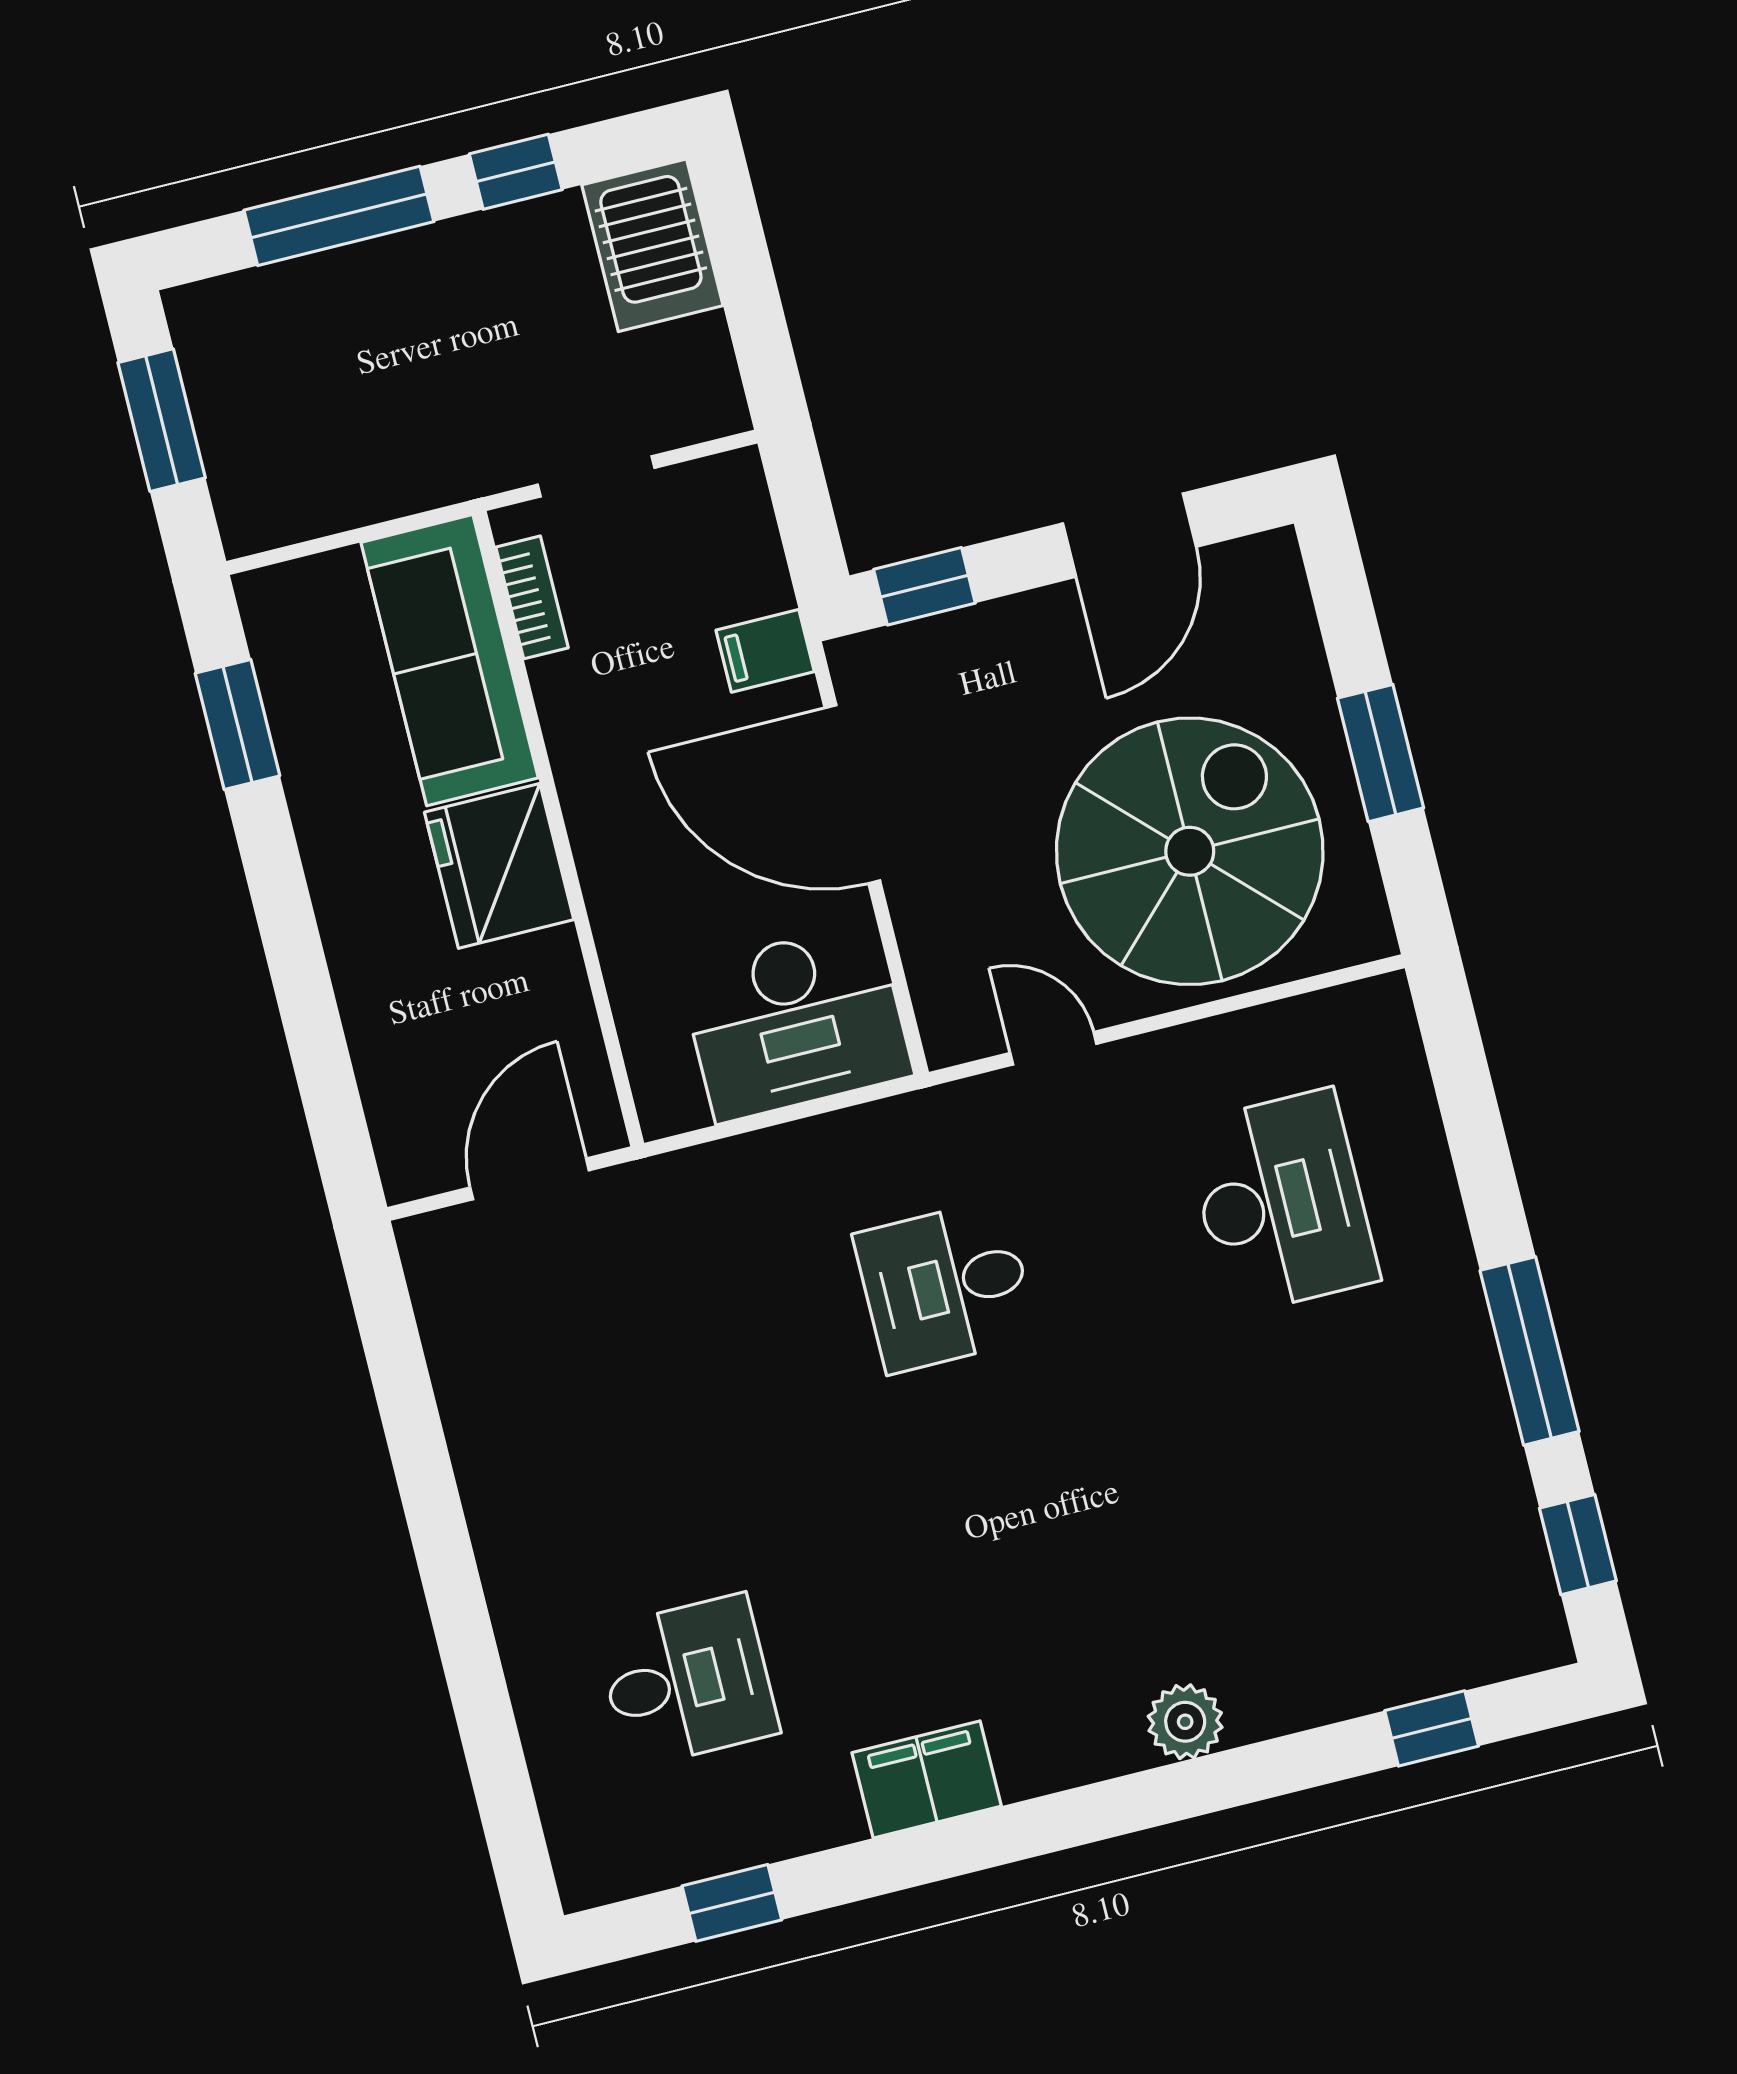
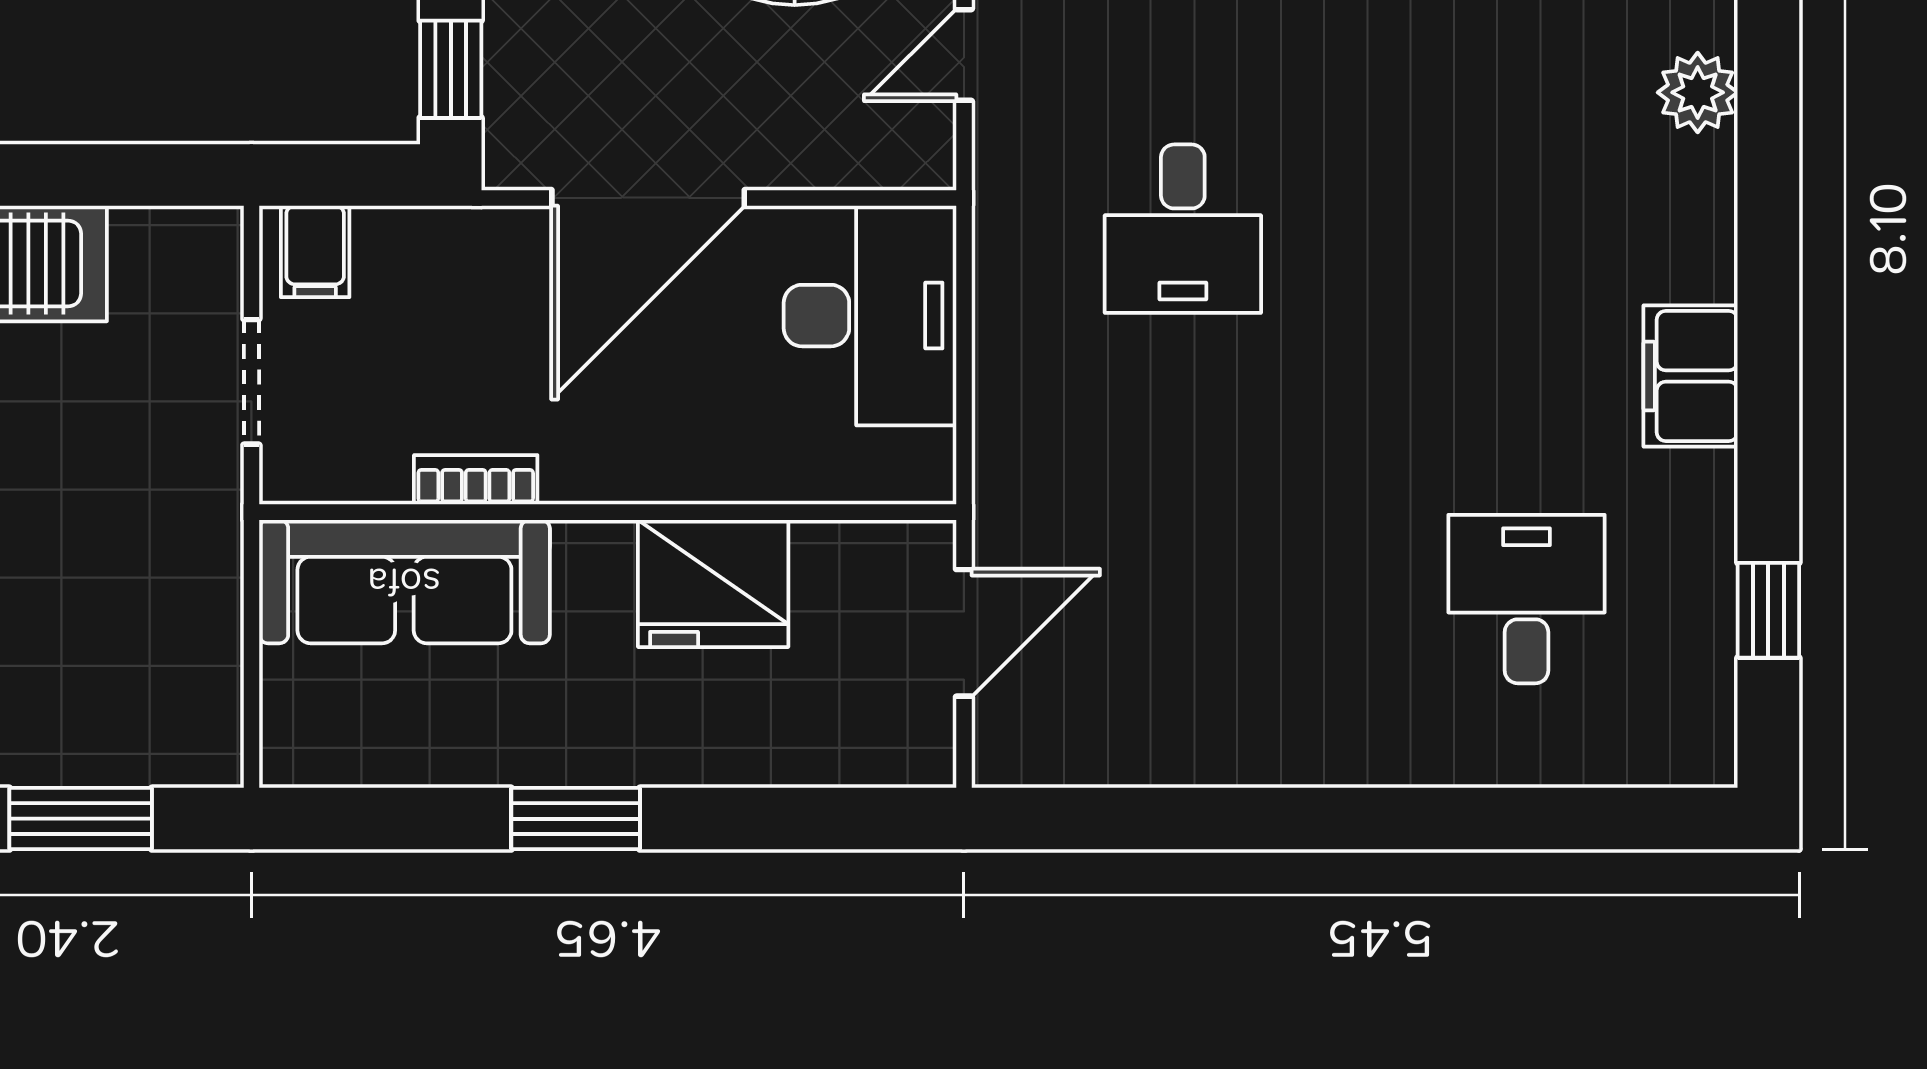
bookcase: (532, 597) -> (476, 480), moved
filing cabinet: (765, 651) -> (315, 251), moved
window: (237, 724) -> (576, 819), moved
fridge: (499, 866) -> (713, 583), moved
door: (530, 1179) -> (964, 633), swing flipped

